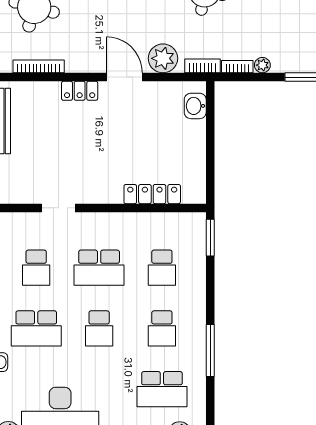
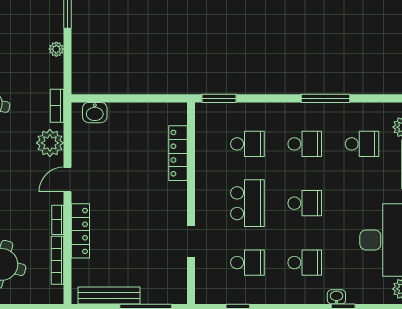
bookcase: (237, 67) -> (58, 220), moved
door: (124, 77) -> (68, 179), width x0.73
locker: (80, 91) -> (80, 231), width x1.53
school desk: (36, 328) -> (305, 263), width x0.54
school desk: (162, 389) -> (362, 144), width x0.54

